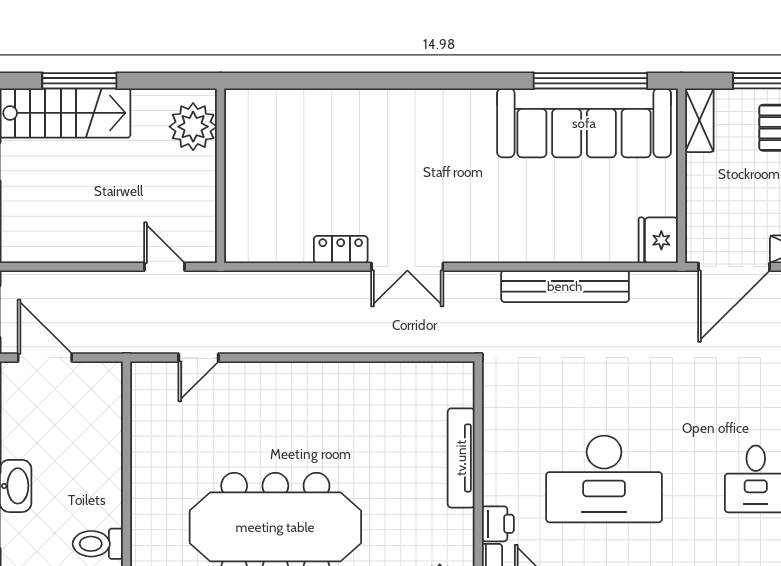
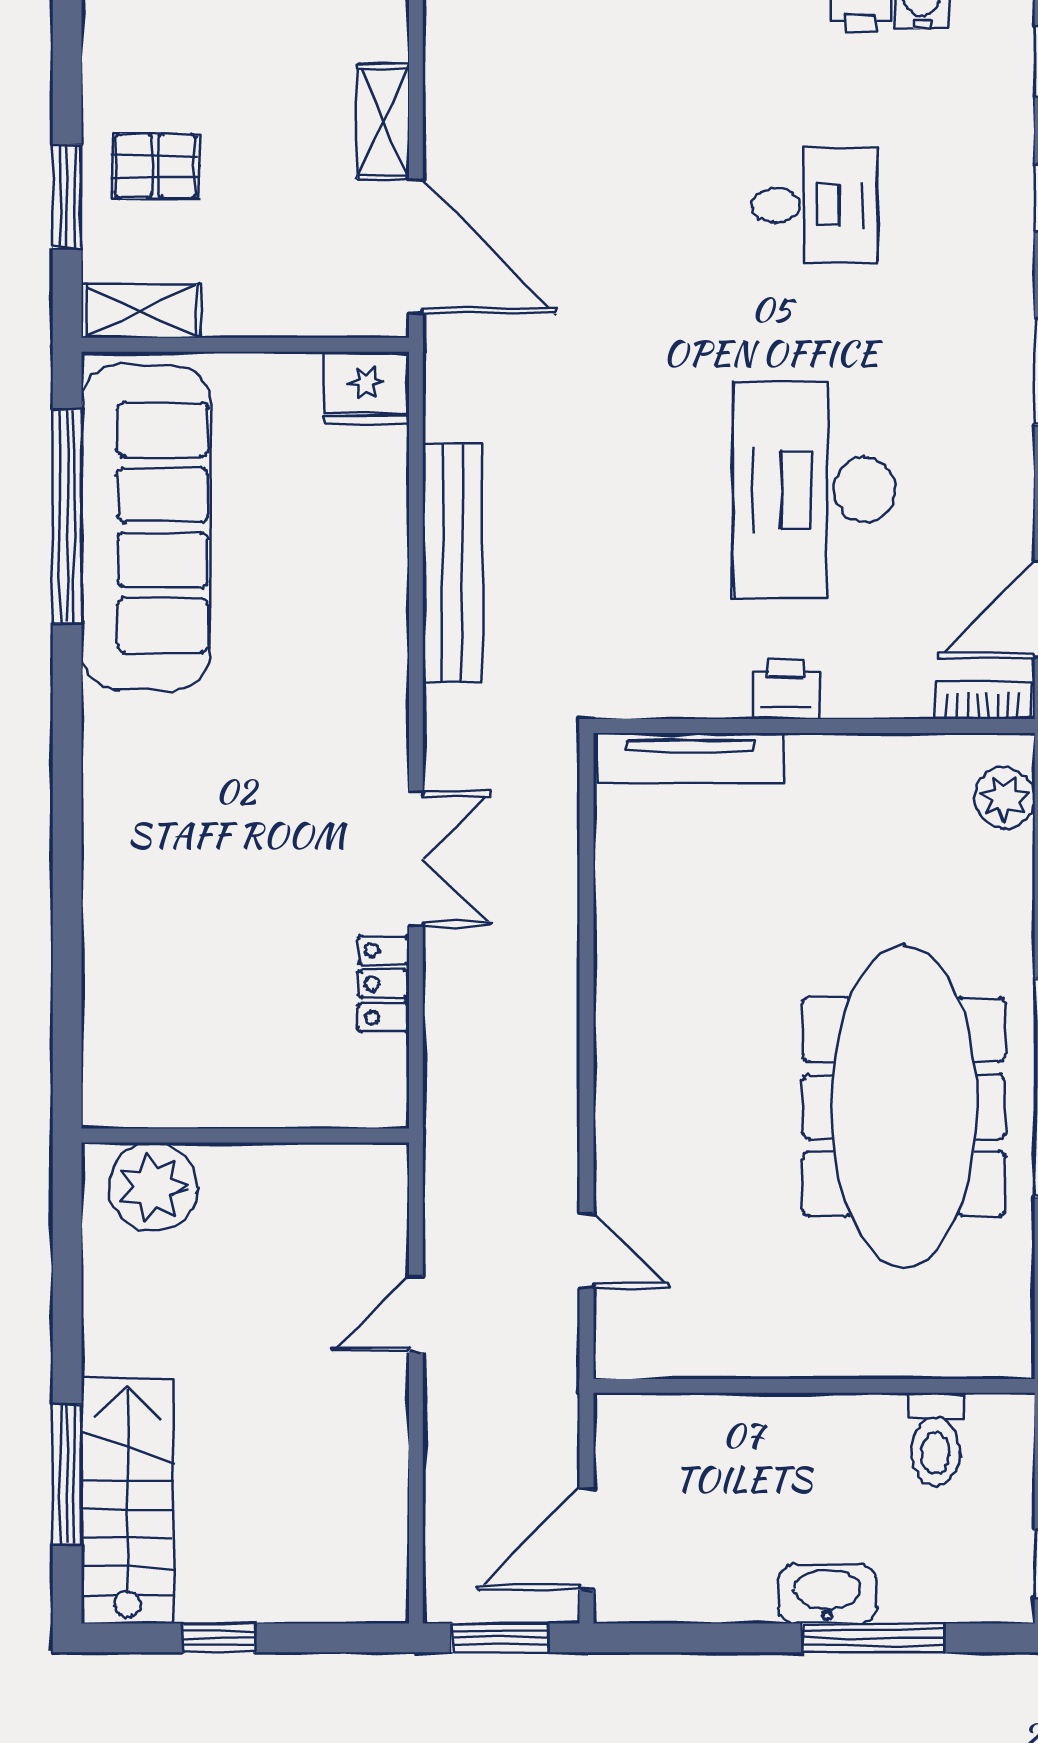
plant: (193, 127) -> (153, 1187), moved
wall: (220, 176) -> (245, 1136), moved
tv unit: (461, 458) -> (690, 758), moved
desk: (604, 479) -> (814, 490), turned 180
printer: (498, 524) -> (786, 689), moved

